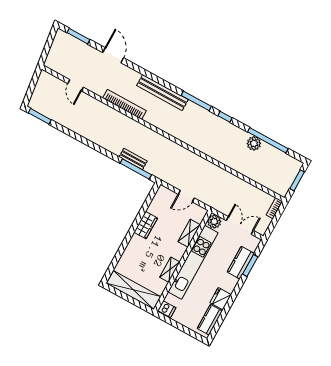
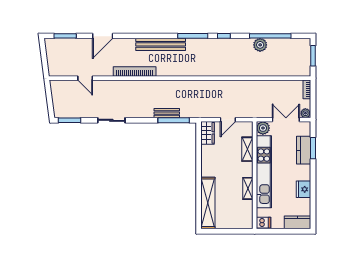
door: (113, 55) -> (103, 36), swing flipped
sliding door: (78, 137) -> (111, 120), added
wardrobe: (146, 225) -> (208, 133), moved
plant: (261, 229) -> (305, 113), added
shelving: (134, 290) -> (208, 203), moved, turned 90
kitchen counter: (210, 320) -> (298, 222), moved, turned 90

